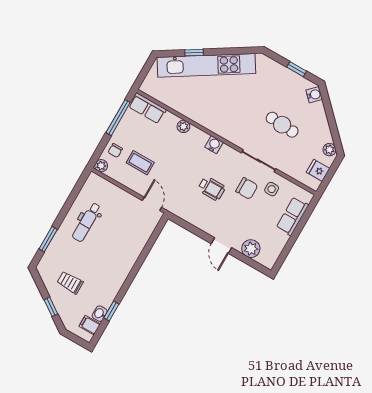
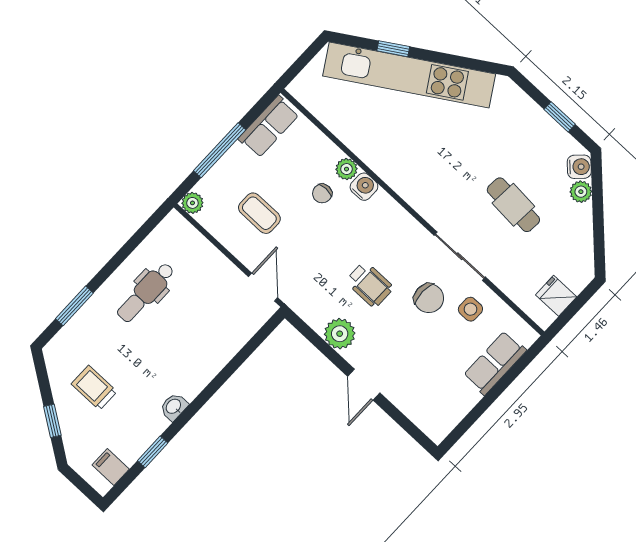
row of seats: (147, 108) -> (269, 127), moved, turned -90
window: (118, 118) -> (220, 150), moved
water cooler: (214, 145) -> (364, 187), moved
plant: (329, 150) -> (581, 192), moved
chair: (115, 151) -> (322, 193), moved
plant: (251, 249) -> (340, 334), moved
washbasin: (100, 314) -> (174, 407), moved

